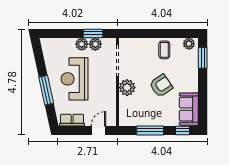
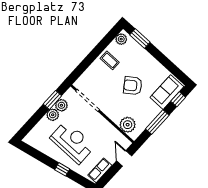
reception desk: (74, 79) -> (72, 142), turned 180
armchair: (161, 86) -> (133, 86), turned -92
plant: (127, 88) -> (128, 125), moved
window: (46, 90) -> (62, 169), width x0.46
sofa: (189, 109) -> (167, 92), moved, turned 90

